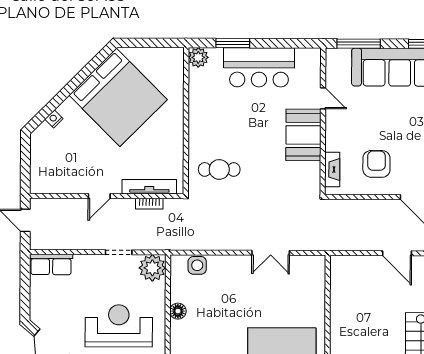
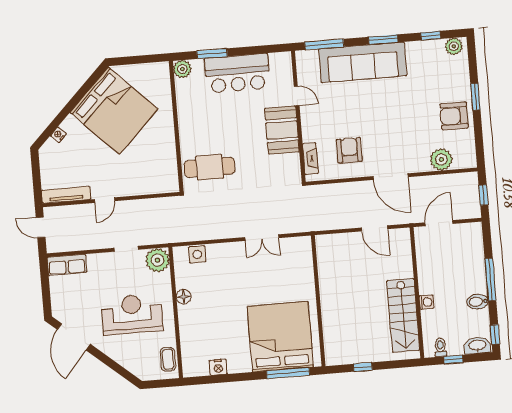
cafe table: (219, 169) -> (210, 167), width x1.37, depth x1.35
tv unit: (149, 187) -> (66, 195), moved
bookcase: (149, 204) -> (150, 203), removed

